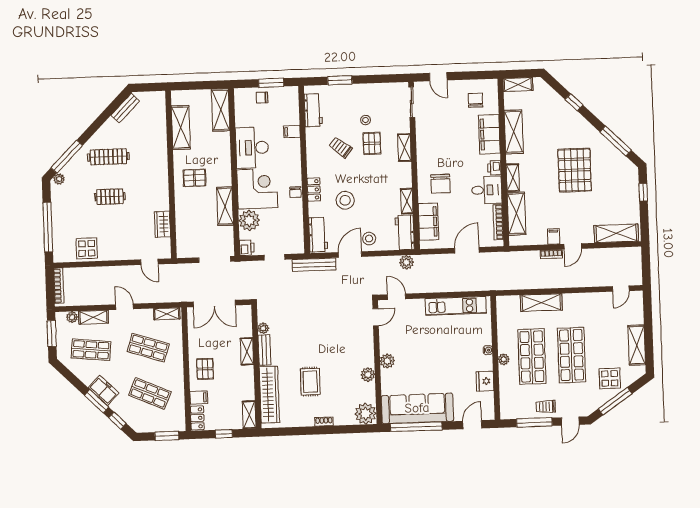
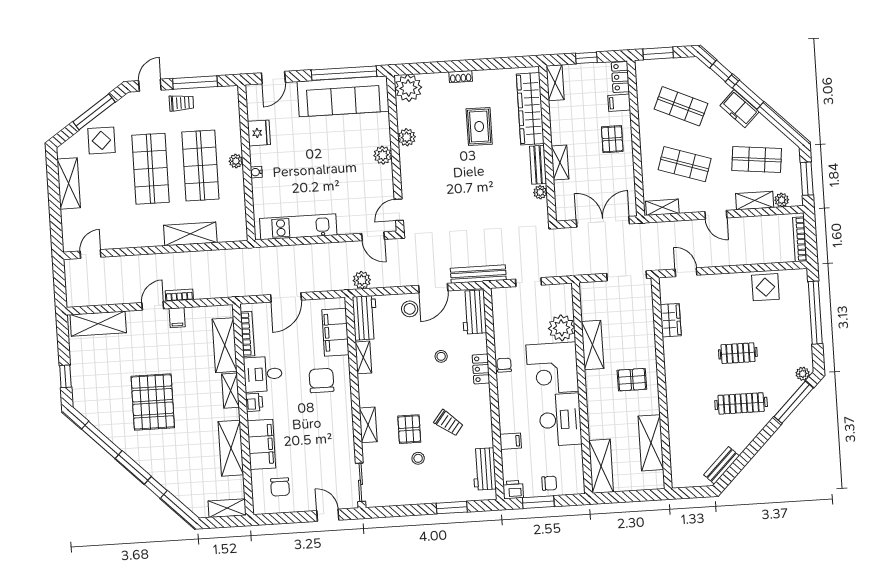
stool: (345, 200) -> (441, 356), width x0.53, depth x0.53
printer: (247, 248) -> (513, 490), moved, turned 90
doorway: (215, 259) -> (627, 276), moved

